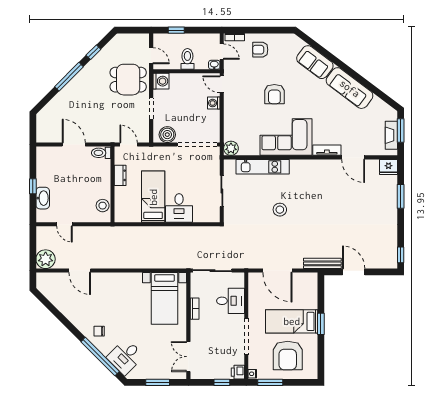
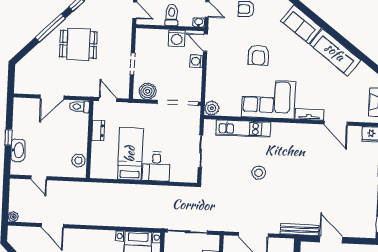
dining table: (128, 80) -> (78, 44), moved
washing machine: (161, 81) -> (177, 38), moved, turned 90
door: (74, 145) -> (52, 97), swing flipped
plant: (46, 259) -> (13, 217), width x0.53, depth x0.53

